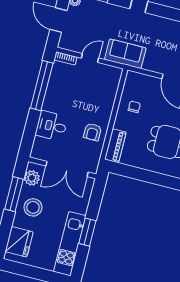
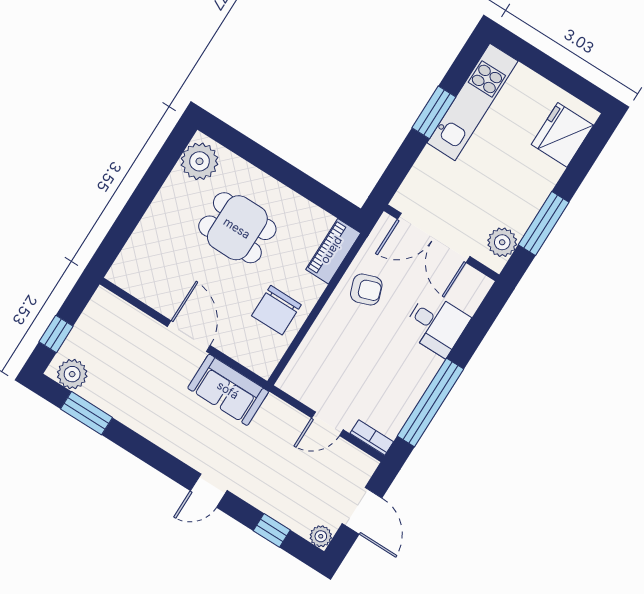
sofa: (125, 54) -> (228, 390), moved
chair: (134, 107) -> (276, 310), width x1.87, depth x1.87
armchair: (92, 132) -> (366, 290), turned 71
double door: (67, 169) -> (434, 238), swing flipped
stool: (33, 207) -> (517, 189), removed

